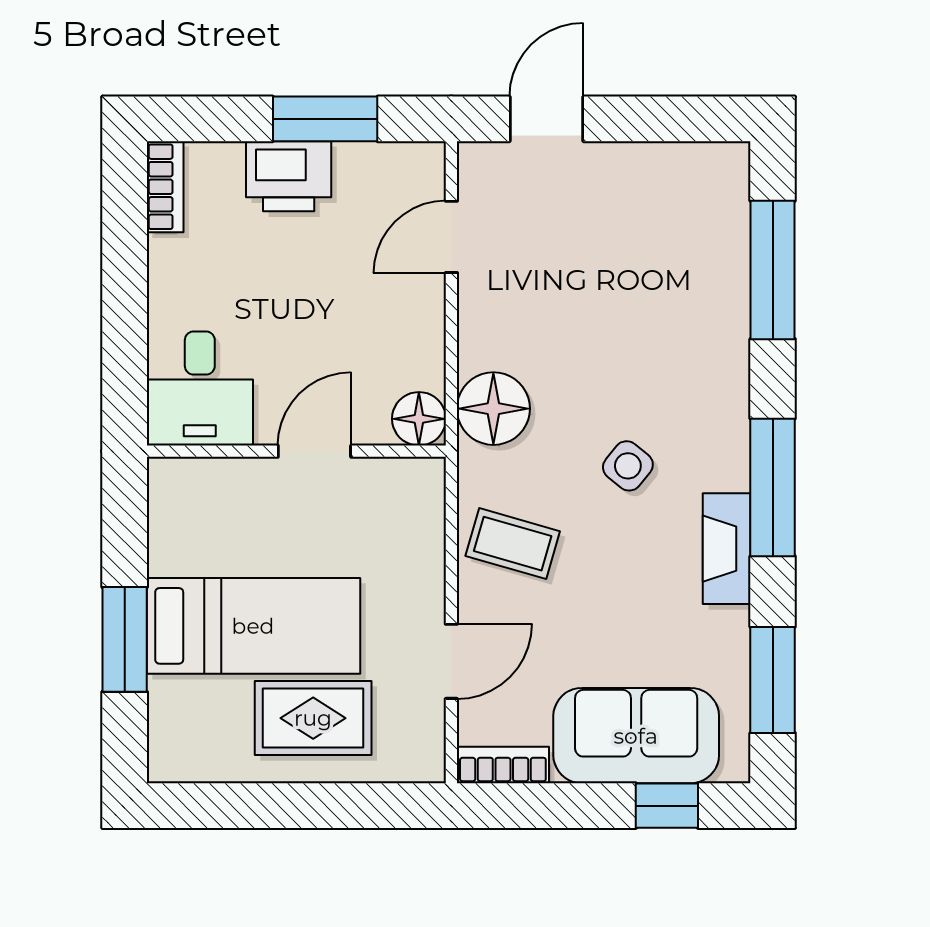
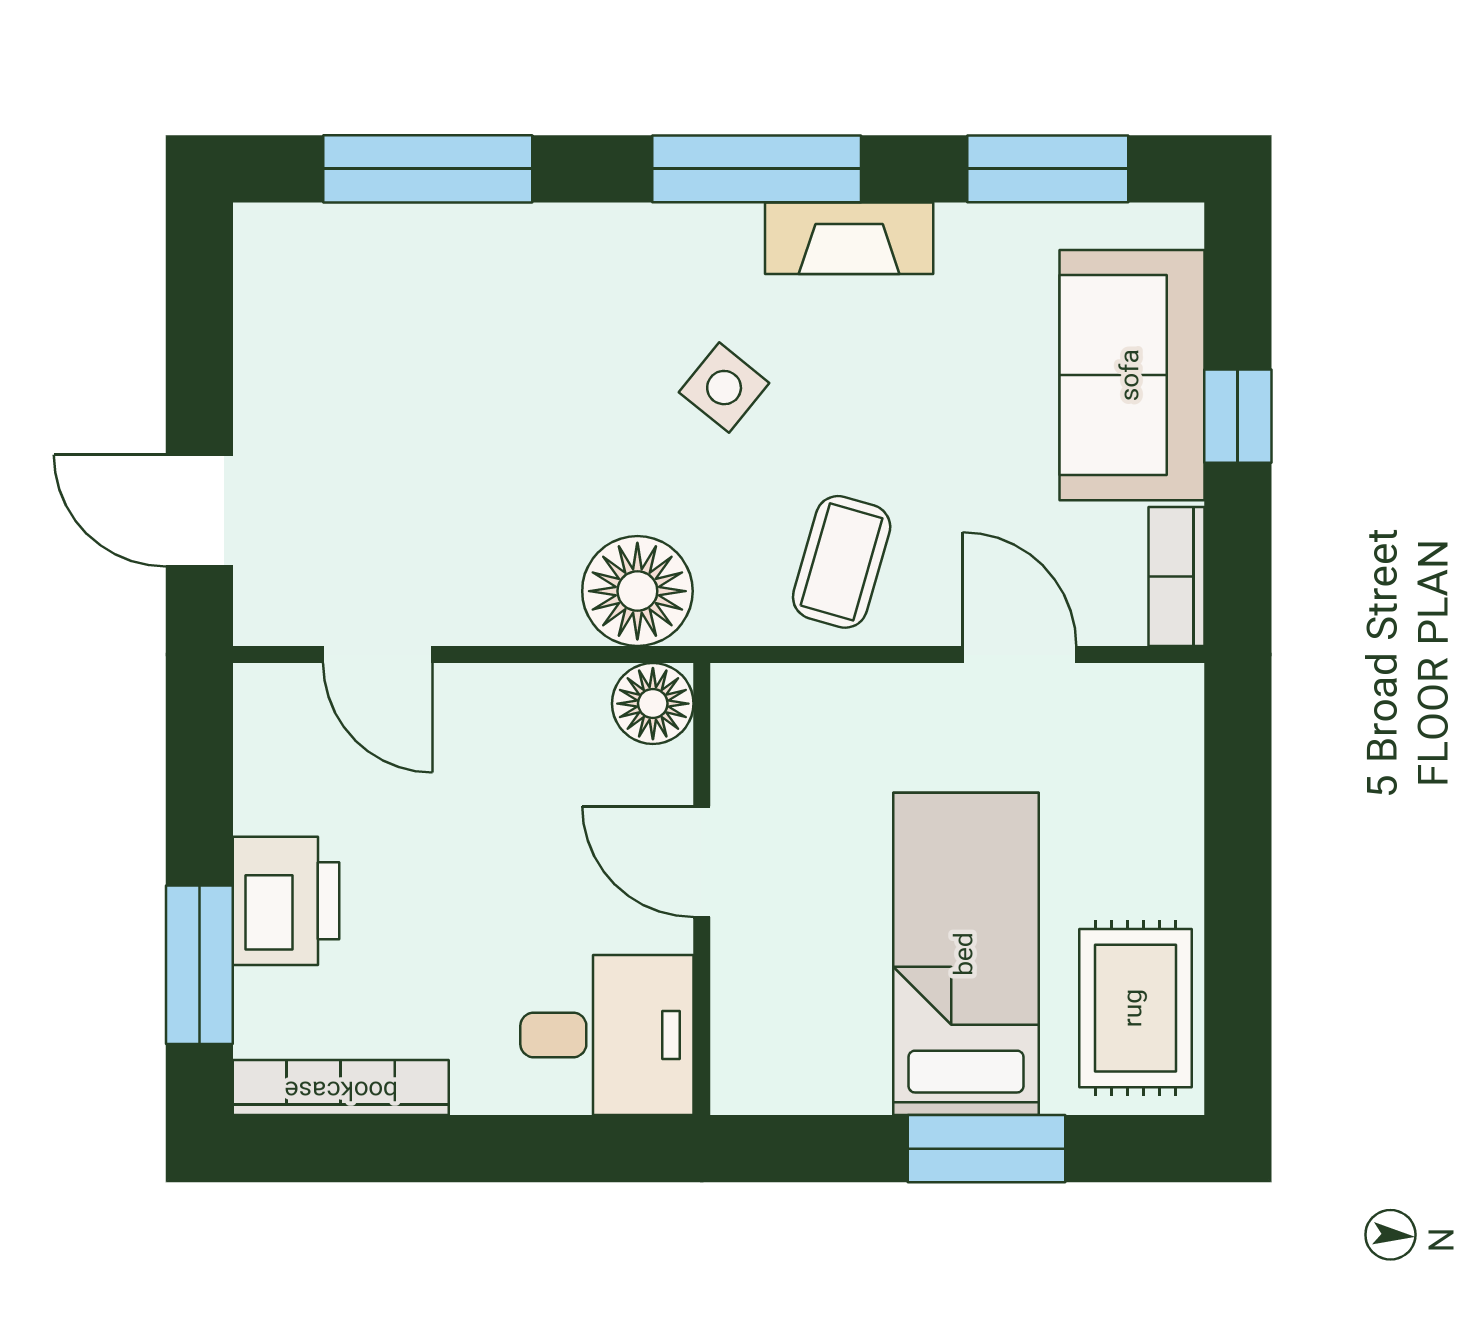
window: (325, 119) -> (199, 965), moved
bookcase: (165, 187) -> (341, 1088), width x1.56
rug: (313, 718) -> (1135, 1008), moved
window: (667, 806) -> (1238, 416), moved

